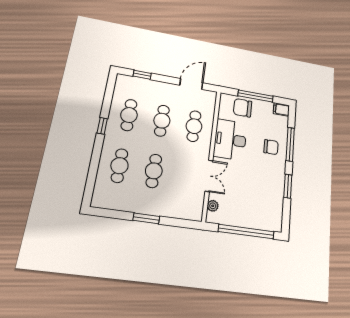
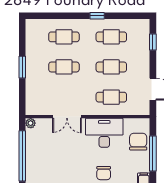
plant: (213, 206) -> (31, 123), moved

